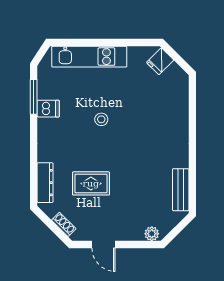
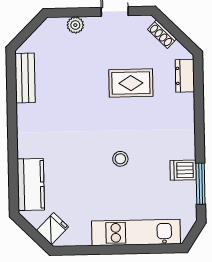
kitchen counter: (178, 99) -> (31, 184), added
dresser: (45, 183) -> (185, 76), width x0.70
plant: (152, 234) -> (75, 25), moved

